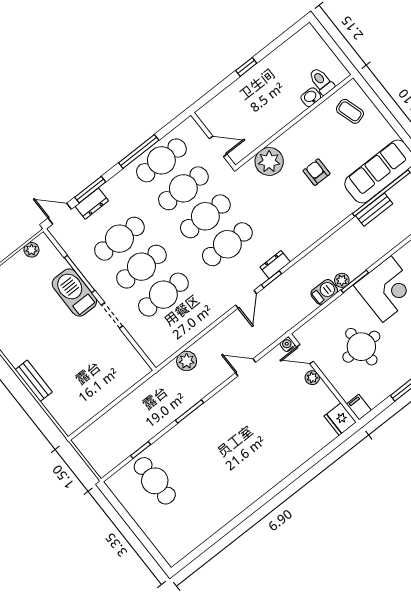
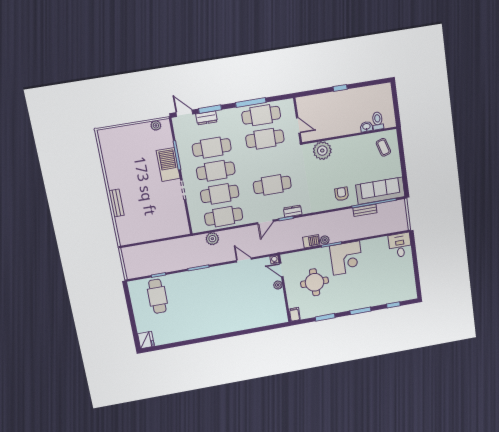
armchair: (317, 172) -> (342, 194), moved
cafe table: (205, 216) -> (224, 217), moved
fridge: (340, 419) -> (146, 340), moved, turned 180

